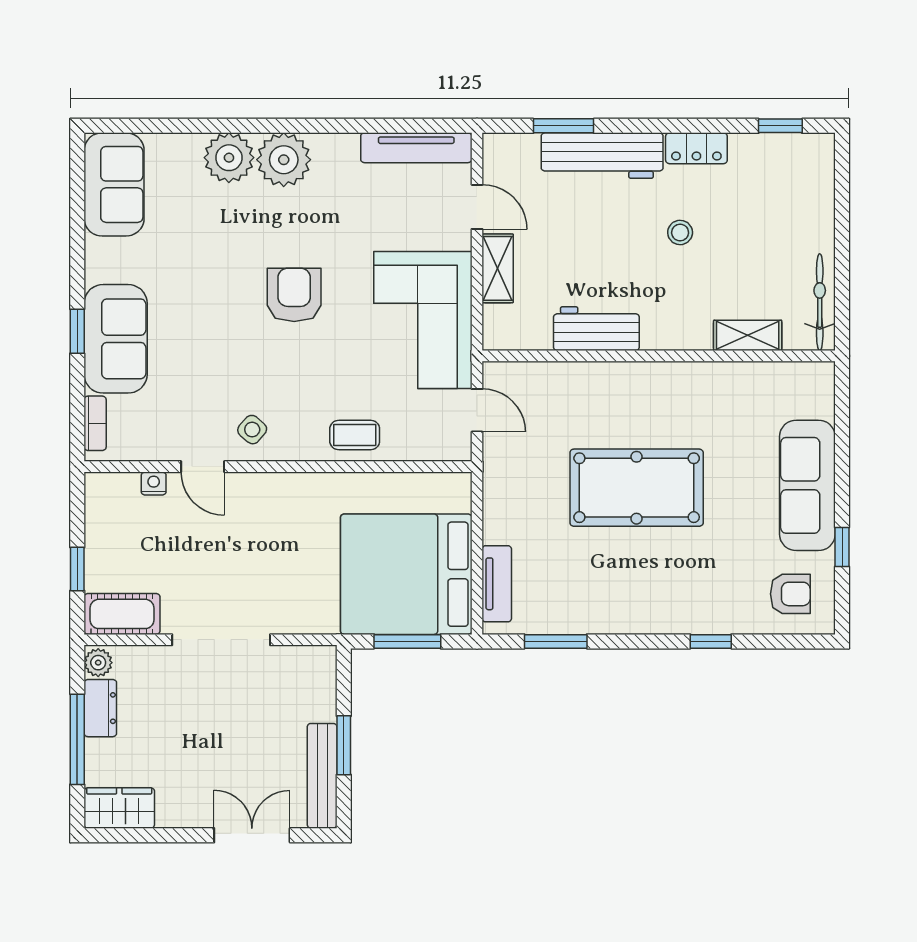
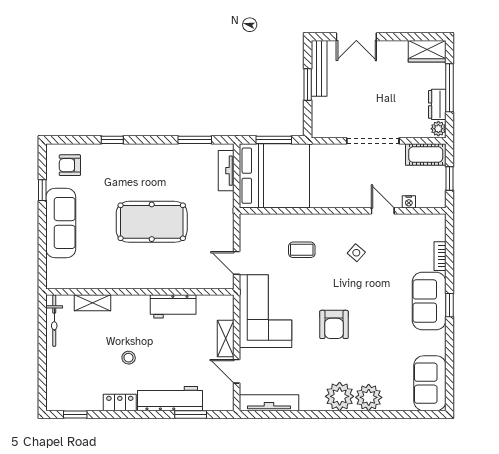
door: (203, 467) -> (383, 211), moved
wall: (278, 467) -> (343, 211), moved
nightstand: (154, 483) -> (409, 202), moved

